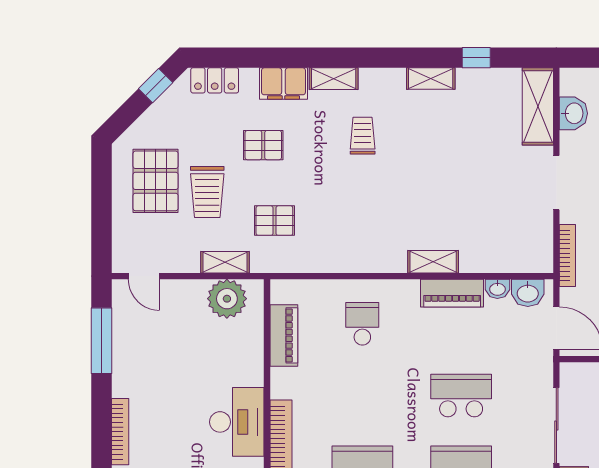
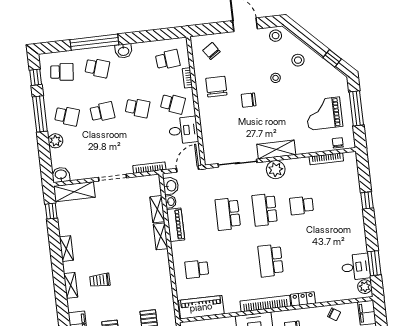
window: (476, 58) -> (51, 211), moved
shelving: (334, 79) -> (71, 285), moved
washbasin: (573, 113) -> (61, 175), moved
shelving: (486, 262) -> (157, 209), added
piano: (284, 335) -> (201, 307), width x1.37, depth x1.33

